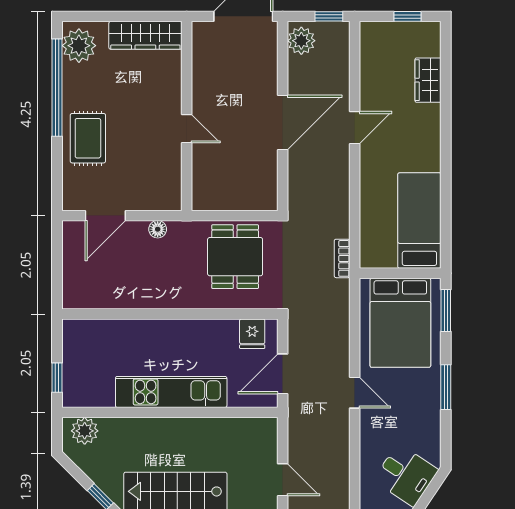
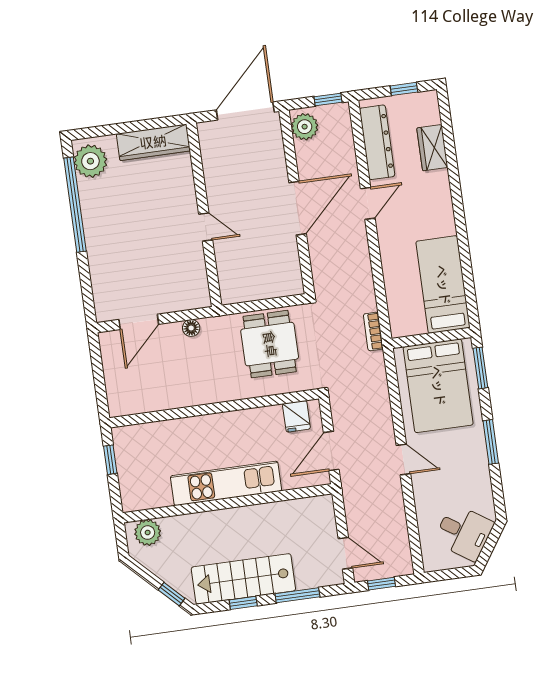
dresser: (373, 67) -> (377, 142), added
rug: (88, 138) -> (112, 249), removed
window: (57, 378) -> (110, 460), moved

